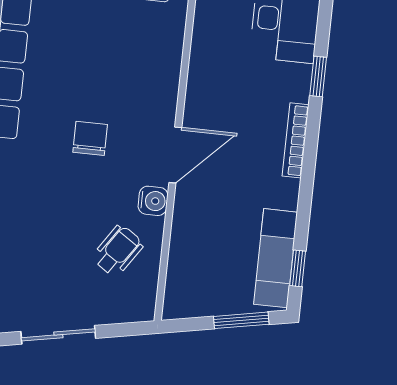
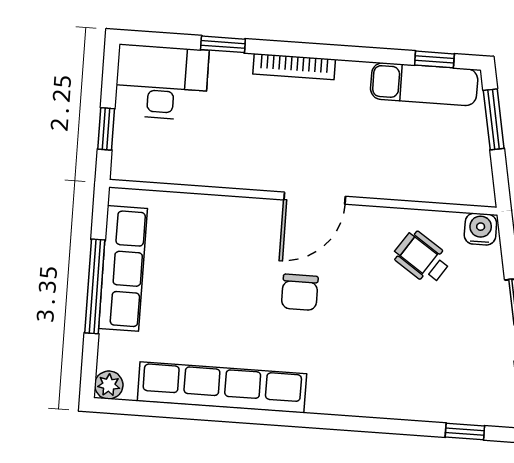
chair: (90, 138) -> (300, 292), turned -90
door: (175, 155) -> (315, 198), swing flipped
water cooler: (153, 201) -> (480, 229), moved

